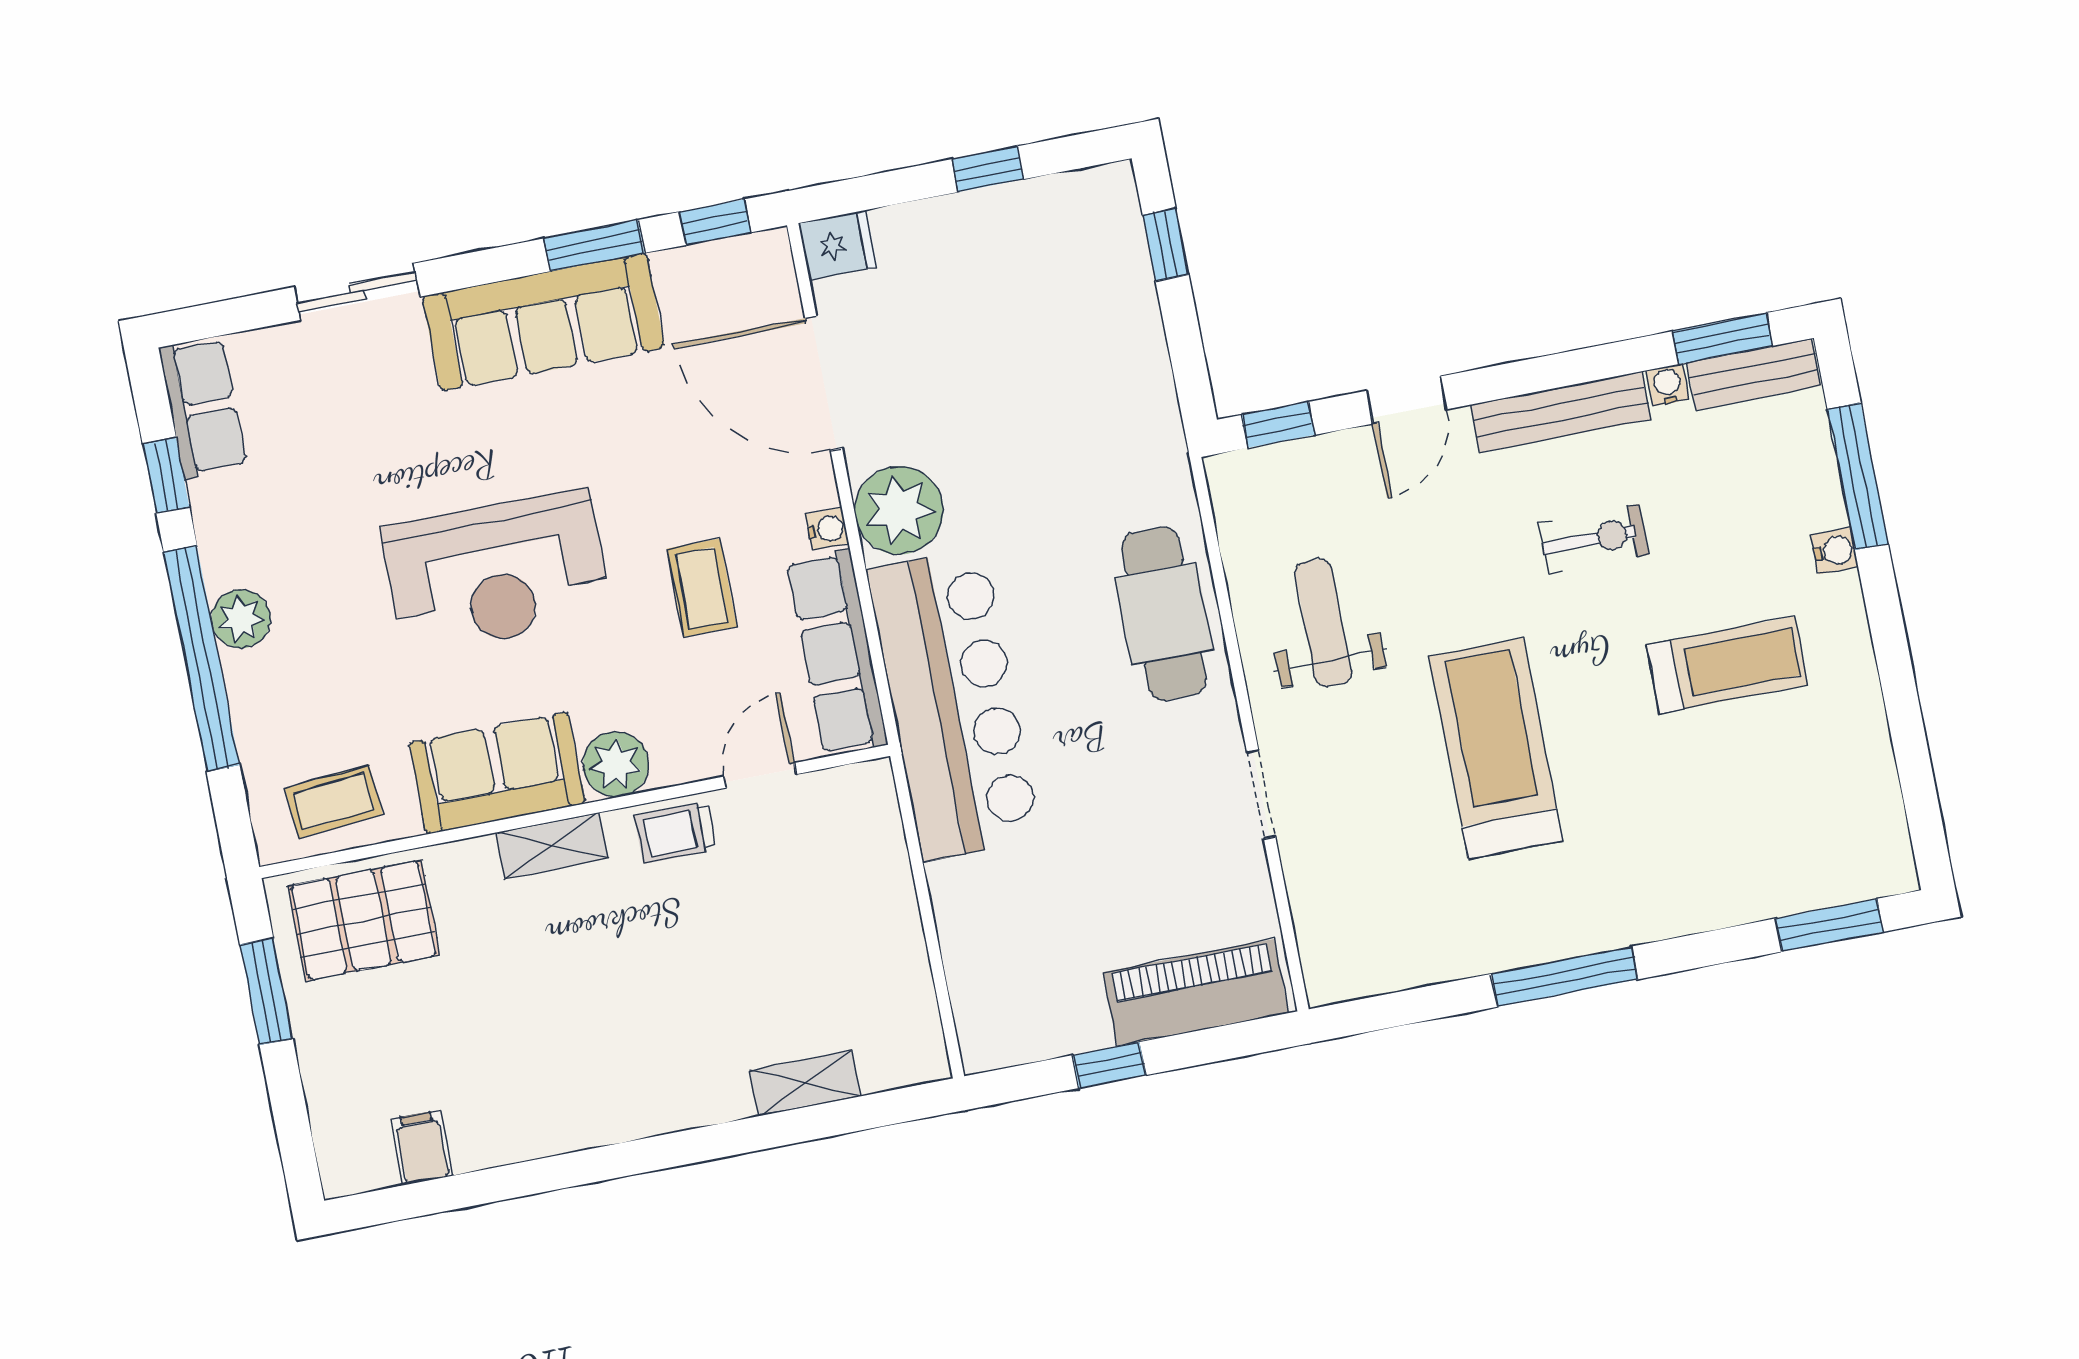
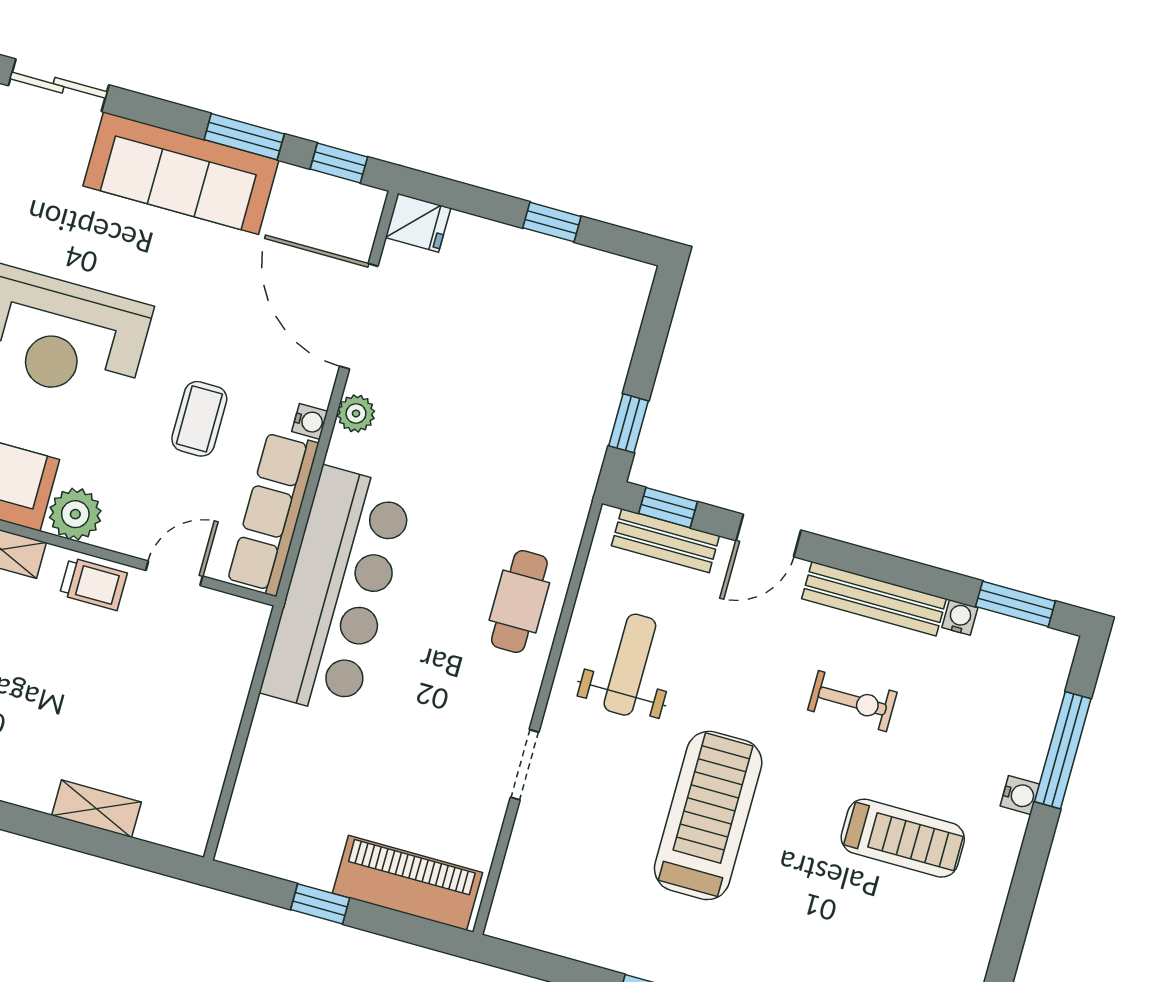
window: (1166, 245) -> (628, 423), moved
bench: (1754, 374) -> (665, 541), moved
plant: (899, 510) -> (356, 413), width x0.53, depth x0.53
cafe table: (1164, 614) -> (519, 602), width x0.73, depth x0.74
trolley: (675, 833) -> (93, 584), turned 180

